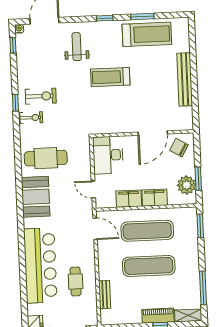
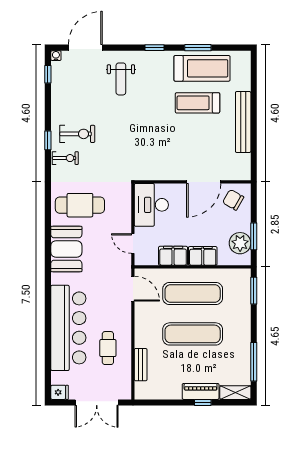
weight bench: (77, 47) -> (121, 79), turned 180
treadmill: (110, 77) -> (197, 103), moved

